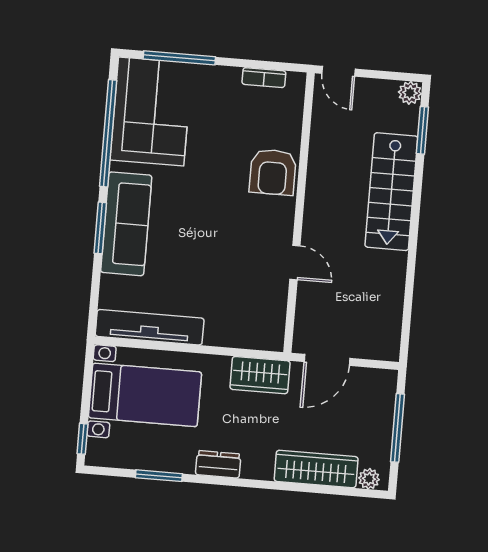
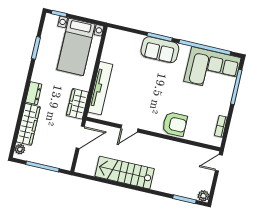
armchair: (273, 172) -> (175, 124), turned 180
stairs: (391, 192) -> (125, 173), moved
sofa: (126, 224) -> (160, 50), width x0.73
tv unit: (150, 327) -> (100, 88), moved
door: (327, 360) -> (80, 137), swing flipped
dresser: (218, 464) -> (34, 93), moved

